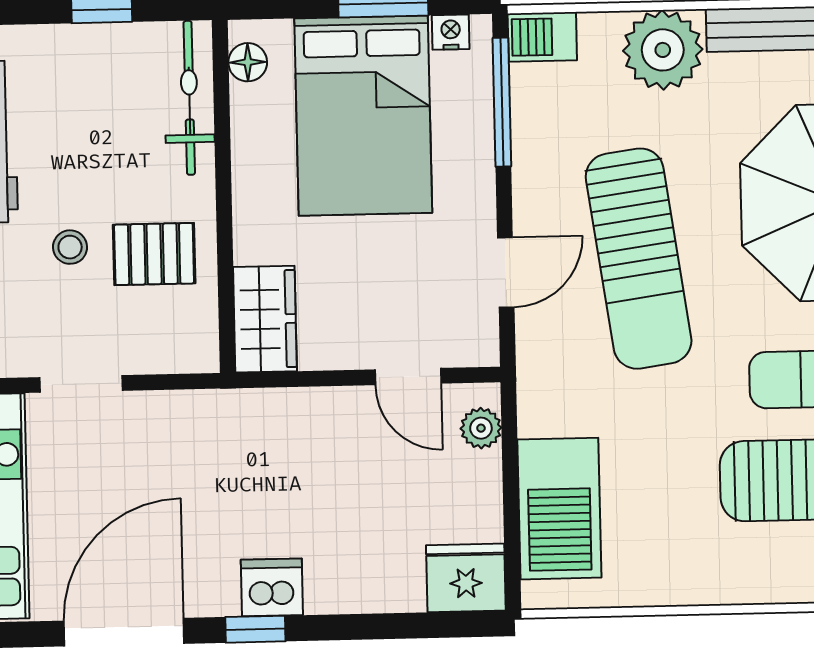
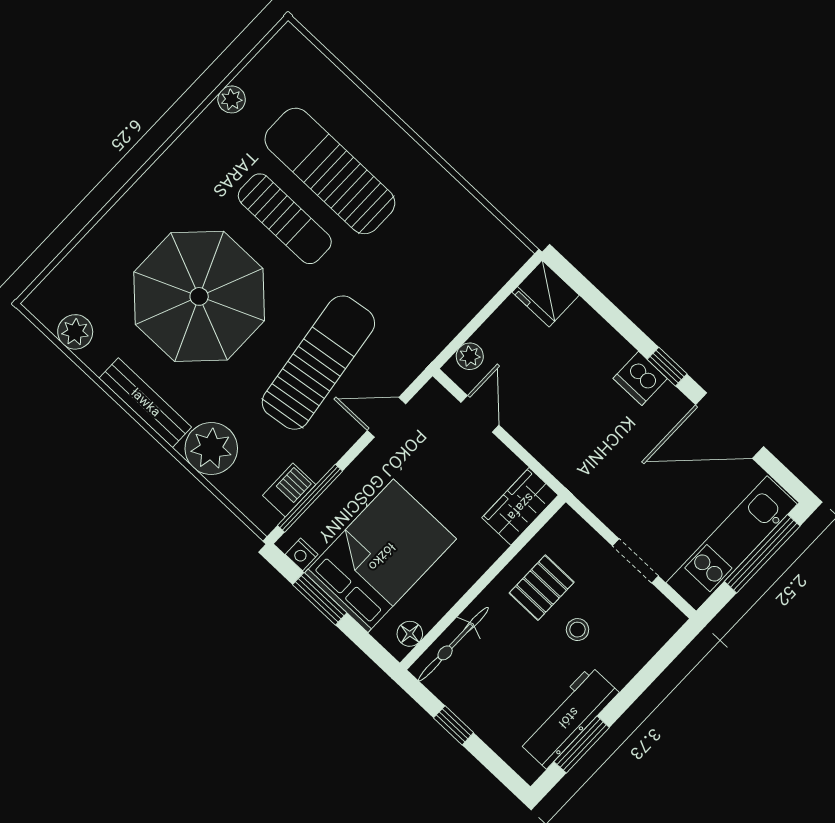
barbecue: (542, 37) -> (289, 490), moved, turned -90
pallet: (154, 254) -> (542, 588), turned 90
barbecue: (559, 509) -> (470, 283), removed

